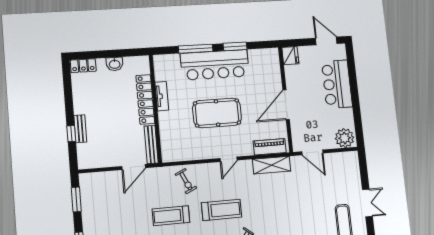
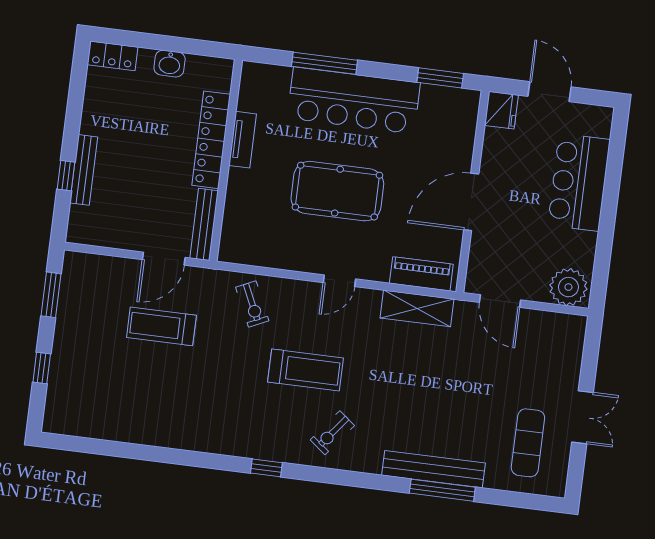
door: (326, 41) -> (550, 92), moved
window: (235, 46) -> (440, 78), moved
bench: (80, 129) -> (84, 170), width x1.36
treadmill: (171, 216) -> (161, 326), moved

